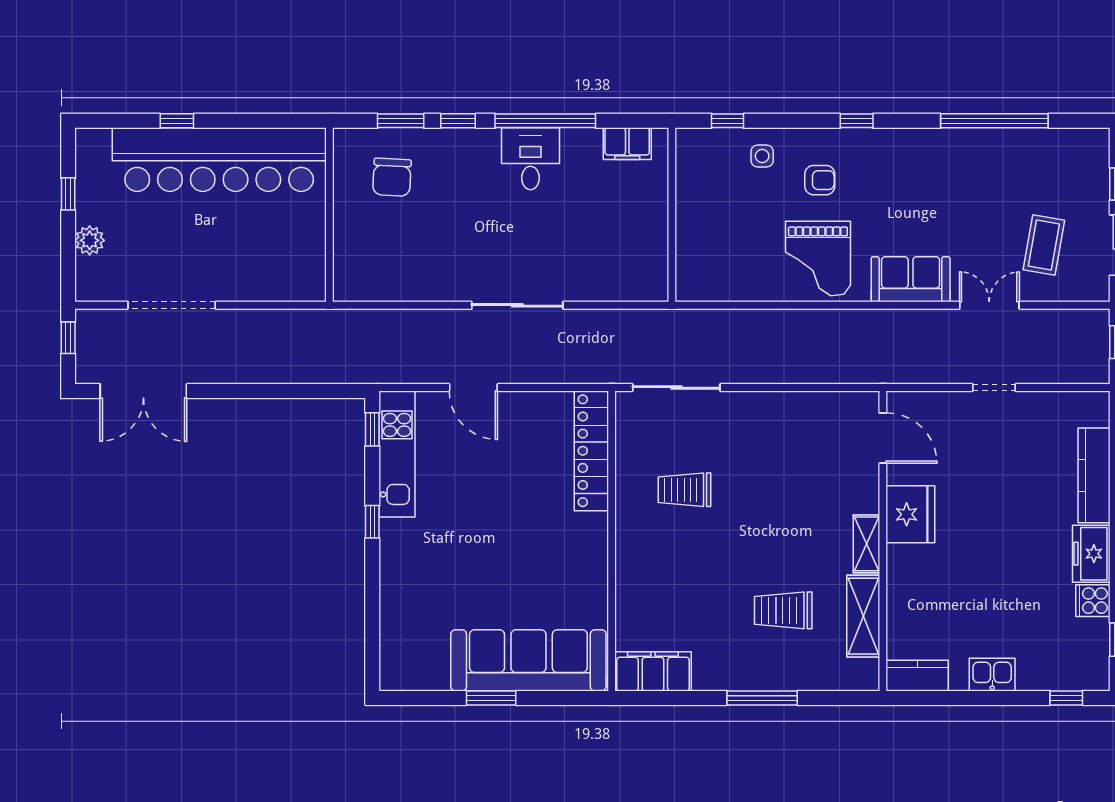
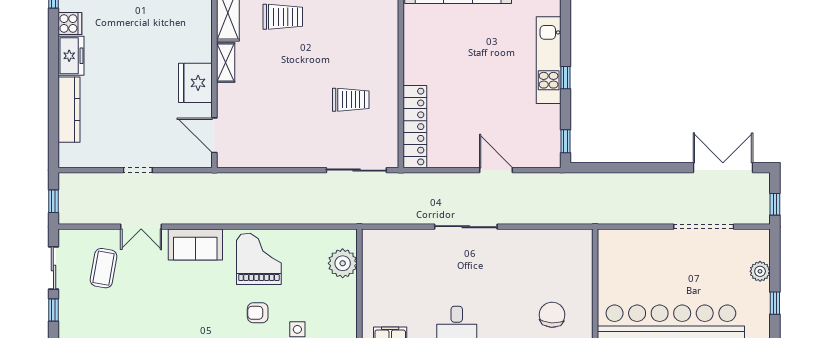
plant: (696, 252) -> (343, 263), added
kitchen unit: (397, 454) -> (549, 60), moved

